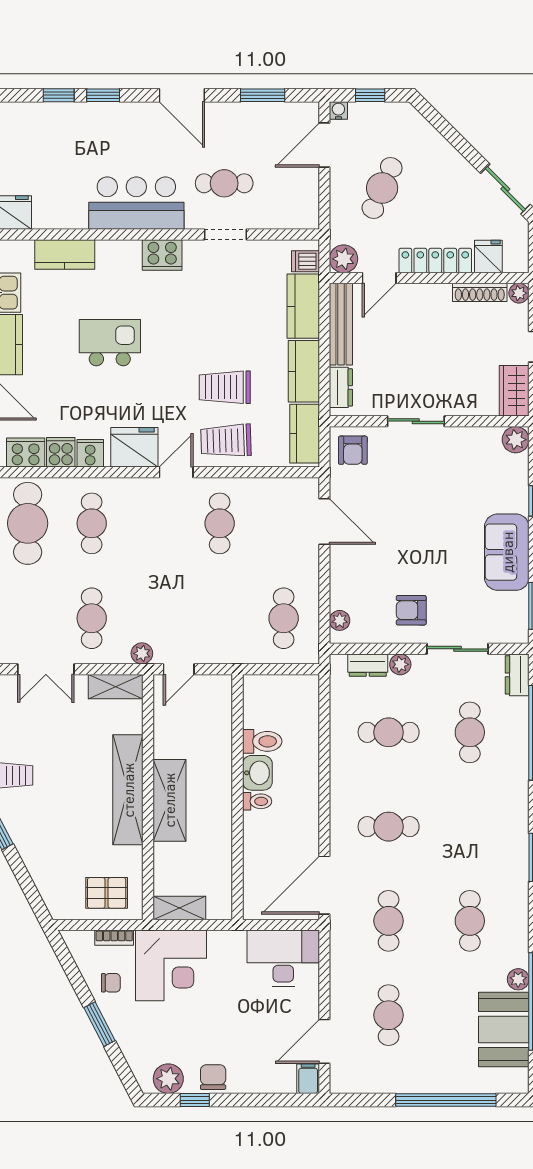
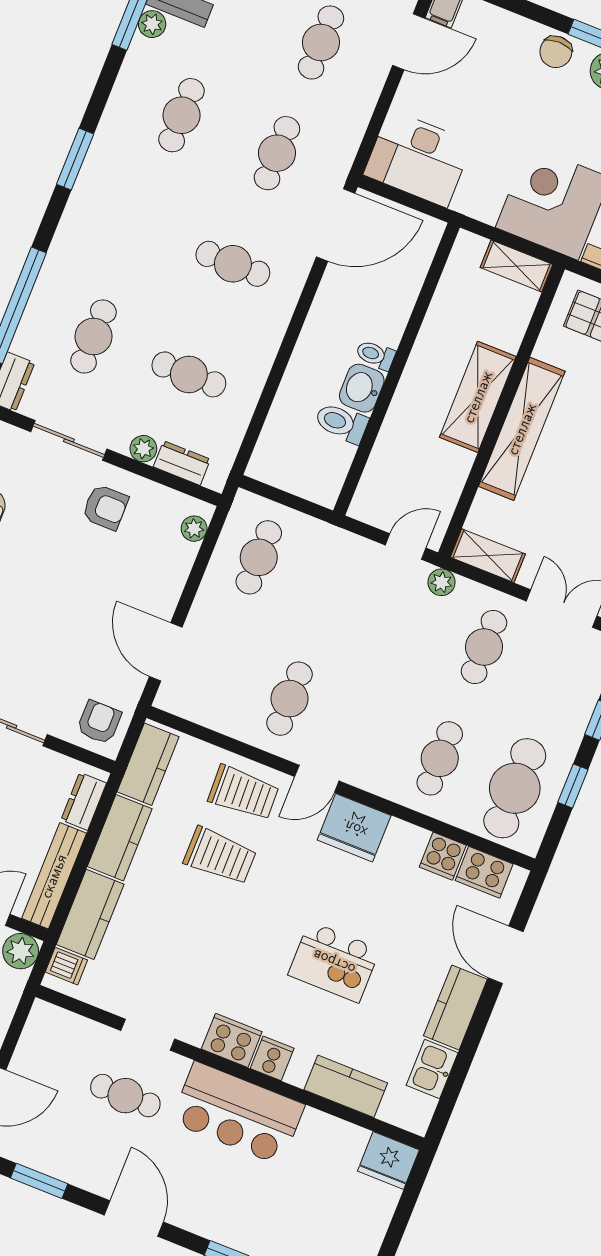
cooker: (90, 453) -> (272, 1058), moved, turned 180

